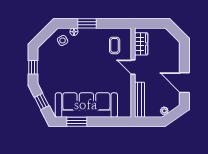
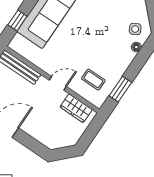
window: (87, 23) -> (120, 89), moved
window: (110, 122) -> (17, 21), added

